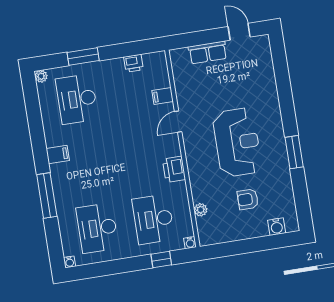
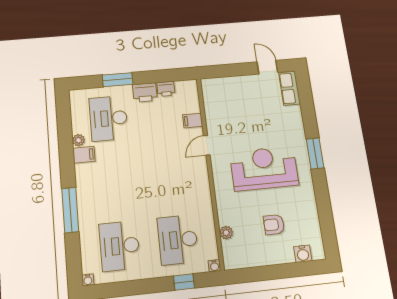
row of seats: (208, 52) -> (289, 88), moved, turned 90
plant: (41, 76) -> (79, 140), moved
reception desk: (237, 142) -> (264, 168), turned -90
window: (294, 152) -> (315, 153), moved
filing cabinet: (58, 154) -> (84, 155), moved
printer: (174, 169) -> (145, 92), moved, turned -90

